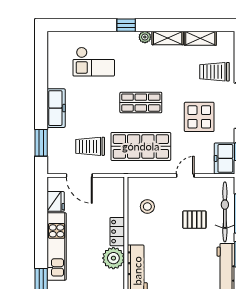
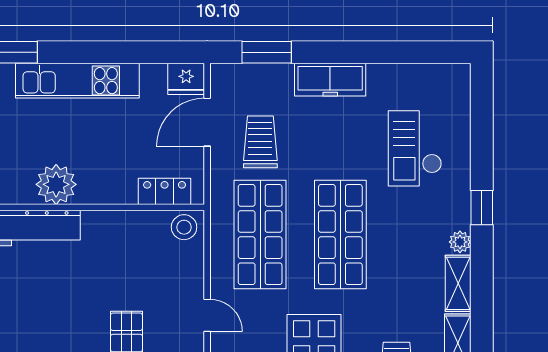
shop shelf: (141, 103) -> (340, 235), width x1.43, depth x1.36
fridge: (56, 201) -> (186, 79), moved
stool: (147, 207) -> (184, 227), moved
locker: (117, 232) -> (165, 191), moved

